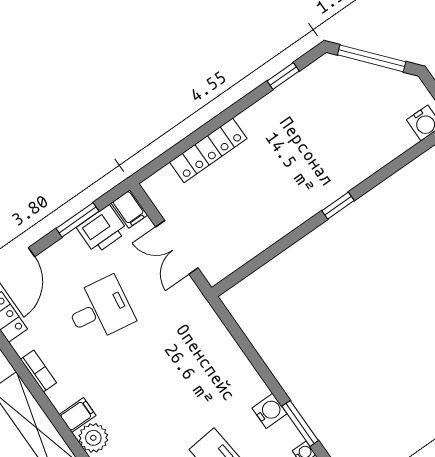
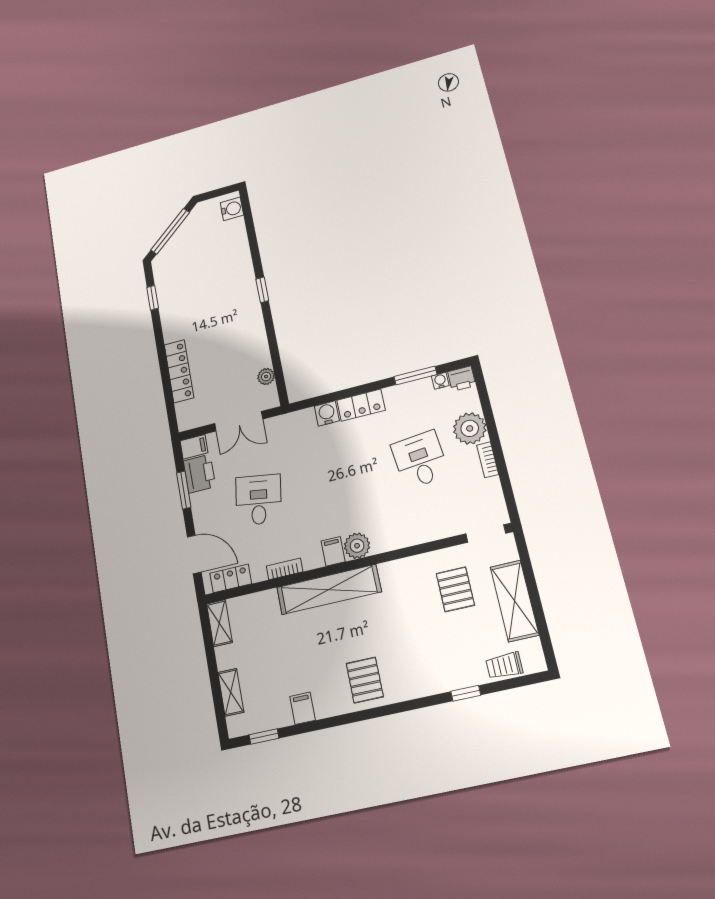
plant: (239, 256) -> (266, 377), added
locker: (246, 378) -> (361, 405), added
water cooler: (270, 411) -> (327, 413), moved

